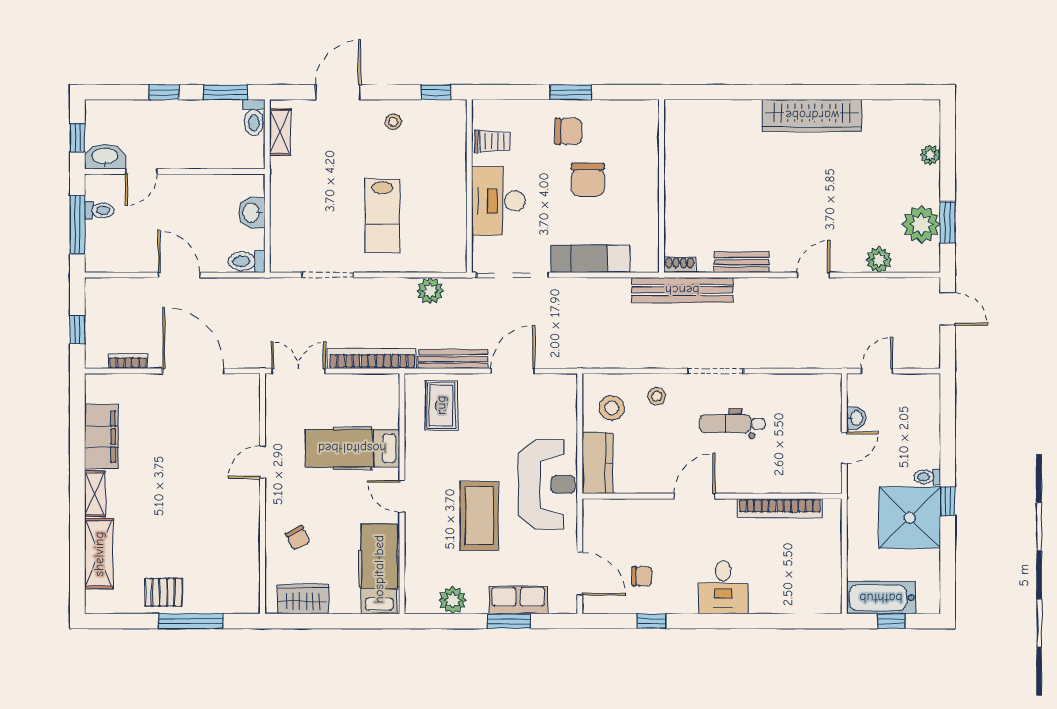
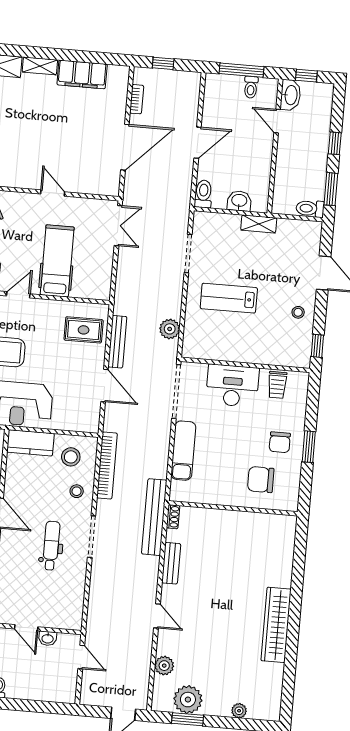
shelving: (280, 132) -> (259, 224), moved
chair: (588, 180) -> (261, 480), moved
bookcase: (372, 359) -> (107, 465), moved

